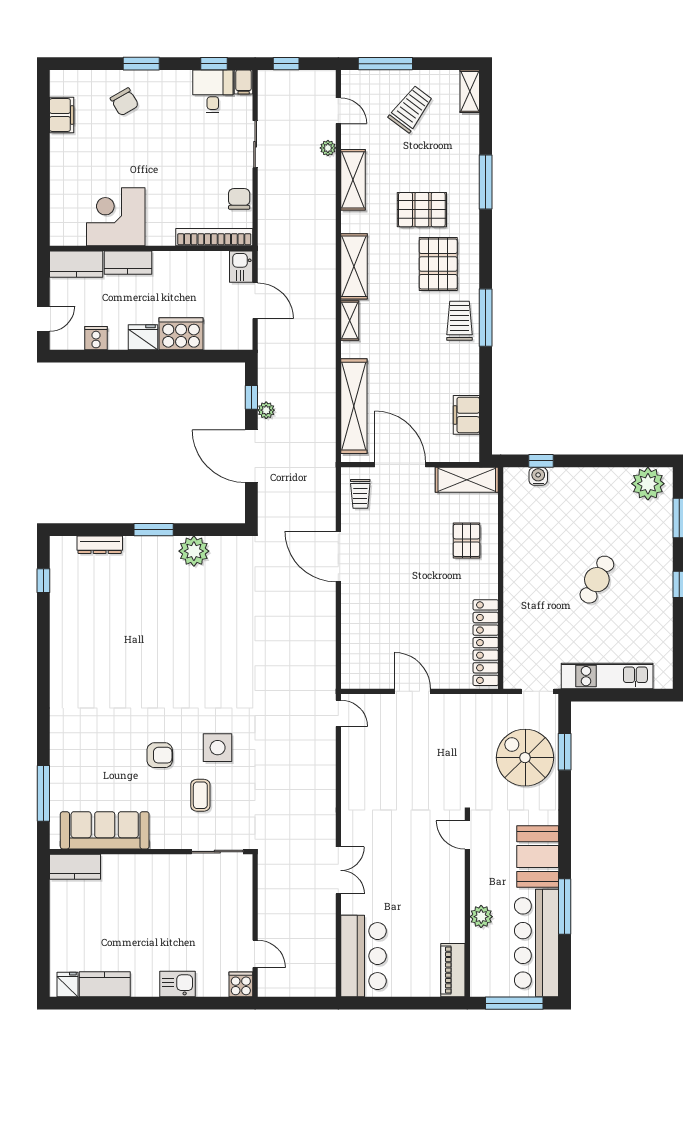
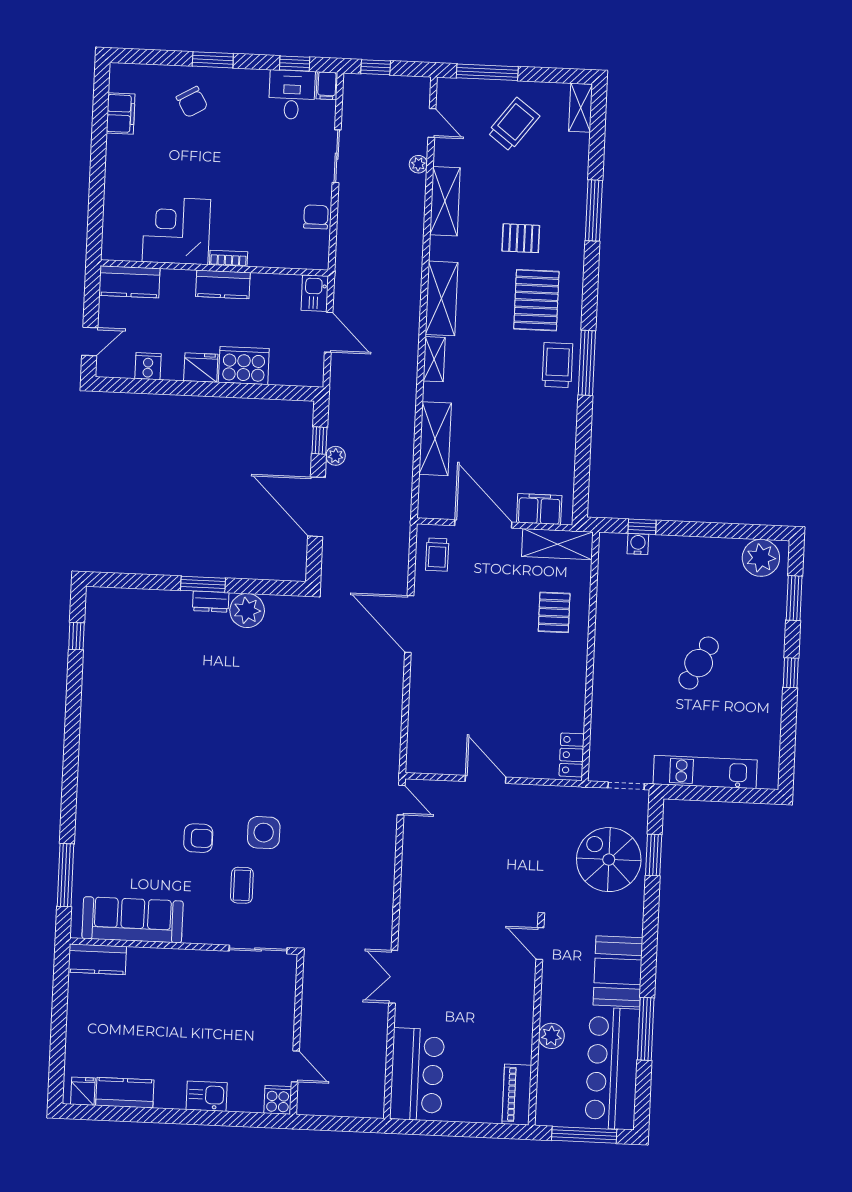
pallet: (422, 210) -> (521, 238), width x0.67, depth x0.71
bookcase: (214, 237) -> (229, 258), moved, width x0.43, depth x0.76
kitchen counter: (128, 263) -> (223, 284), moved
shelving: (354, 406) -> (435, 439), width x0.68
filing cabinet: (466, 415) -> (539, 509), moved, turned 90
dresser: (100, 545) -> (211, 602), moved, width x0.70
locker: (486, 643) -> (572, 755), width x0.46, depth x0.83
double door: (338, 870) -> (393, 977), swing flipped

